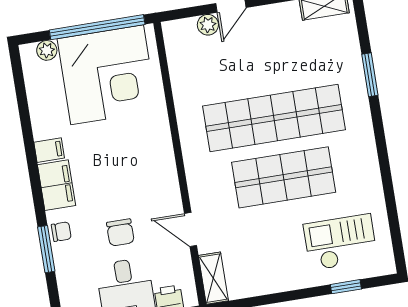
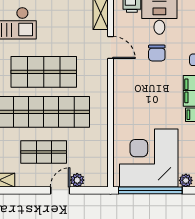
shop shelf: (264, 59) -> (44, 152), added
chair: (120, 232) -> (157, 53), turned 180

